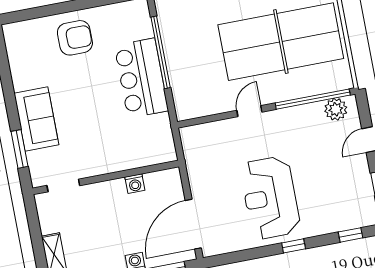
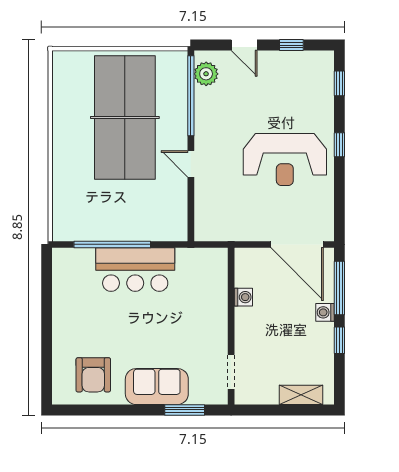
armchair: (75, 38) -> (93, 375), moved, turned 180

